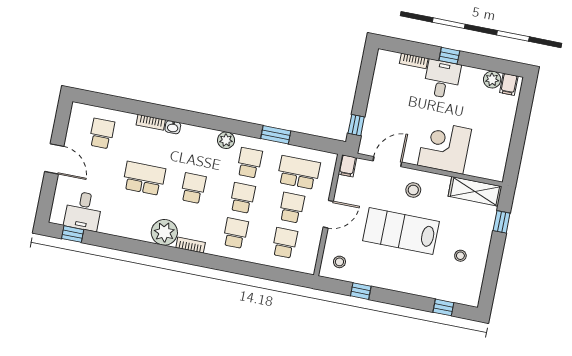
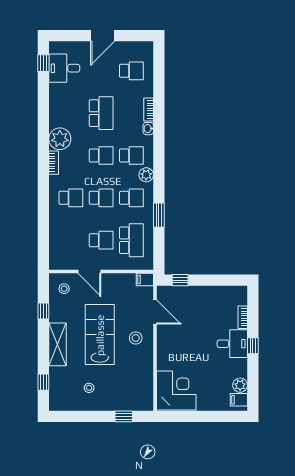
corner desk: (445, 147) -> (176, 391), moved
shelving: (475, 191) -> (57, 344), moved
door: (328, 214) -> (89, 272), moved
school desk: (285, 243) -> (131, 155), moved

